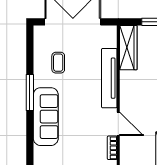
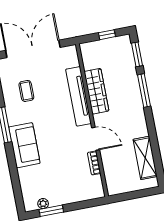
wardrobe: (128, 48) -> (96, 91), moved
sofa: (46, 117) -> (24, 145), width x0.73

